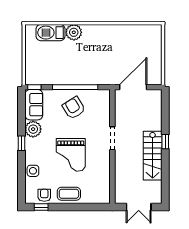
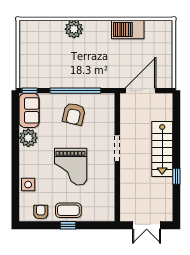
barbecue: (51, 33) -> (128, 29), moved
armchair: (74, 108) -> (74, 114), turned -135
window: (165, 142) -> (176, 176), moved
window: (22, 143) -> (15, 154), removed
stairs: (153, 156) -> (162, 149), moved
window: (41, 207) -> (68, 225), moved

